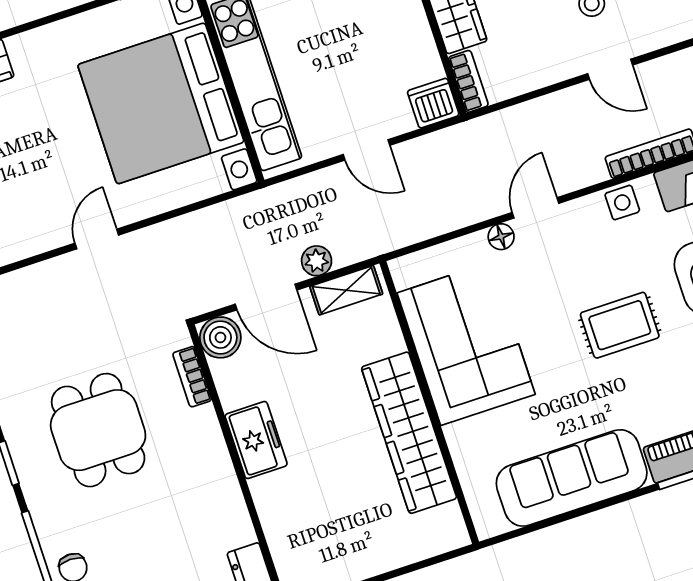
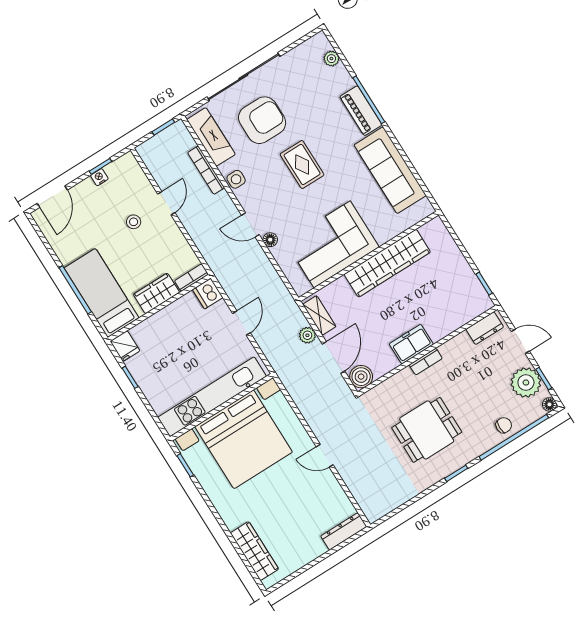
bookcase: (192, 377) -> (426, 362), moved

